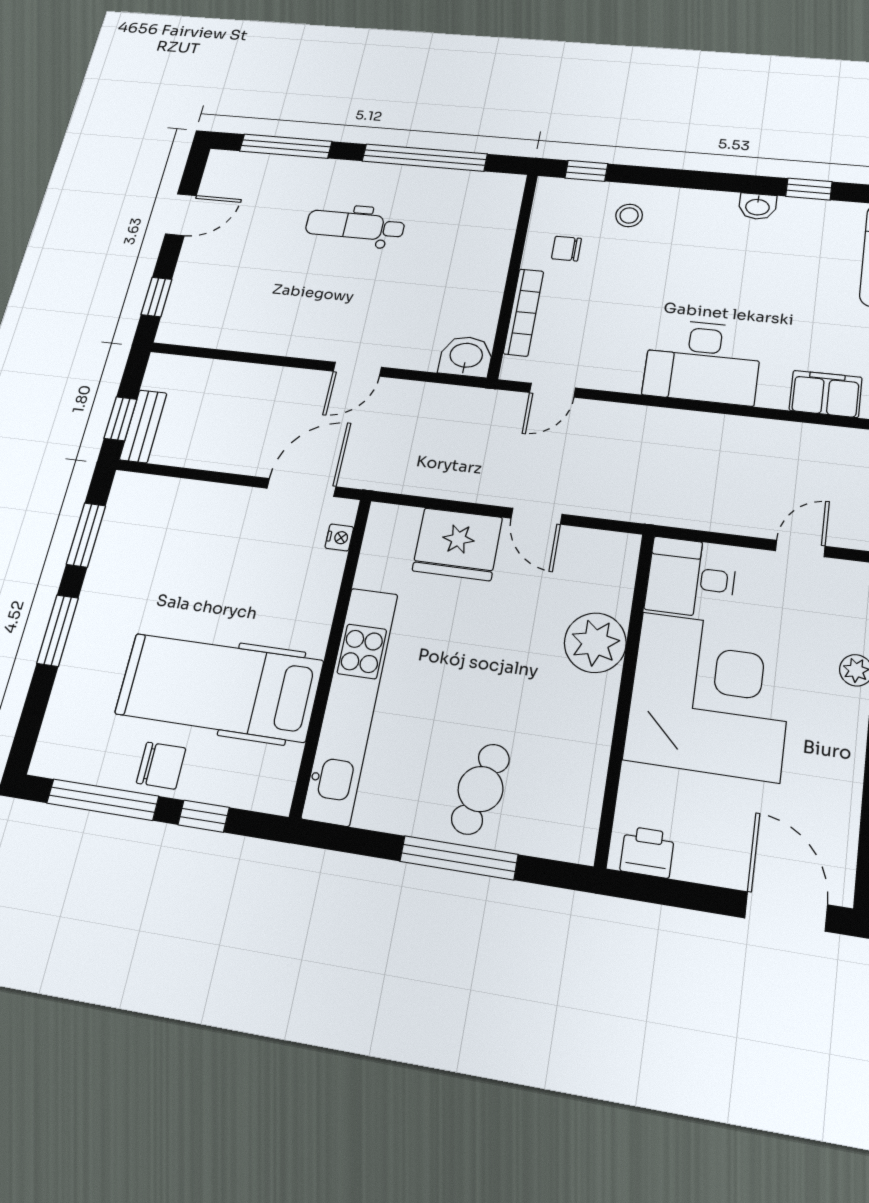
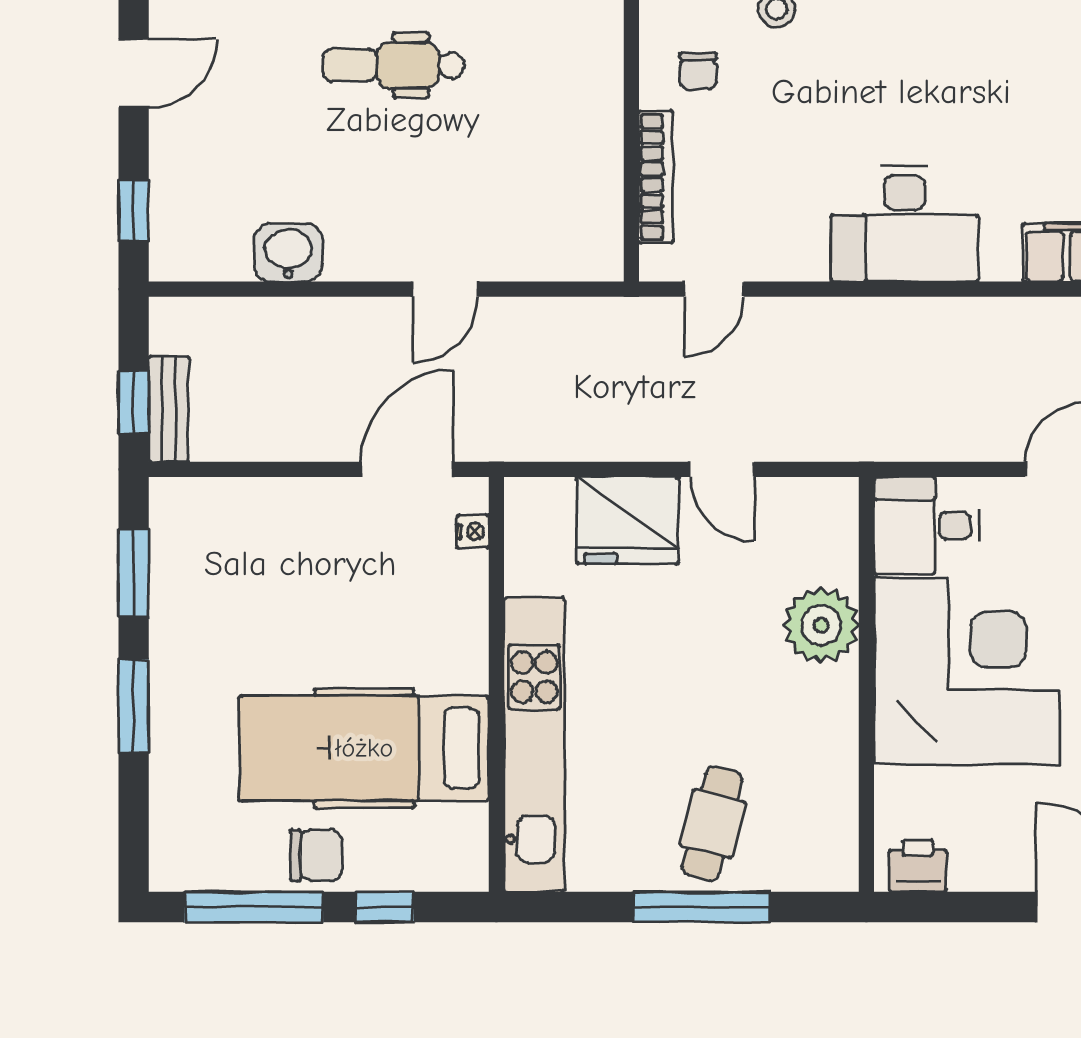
chair: (566, 249) -> (698, 71), turned -90
washbasin: (466, 356) -> (288, 253), moved

